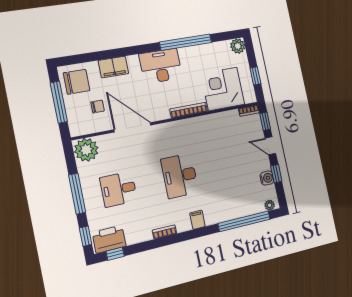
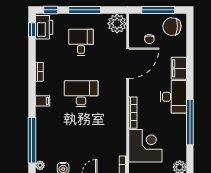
filing cabinet: (114, 67) -> (179, 68), moved
chair: (77, 82) -> (172, 27), turned 92

